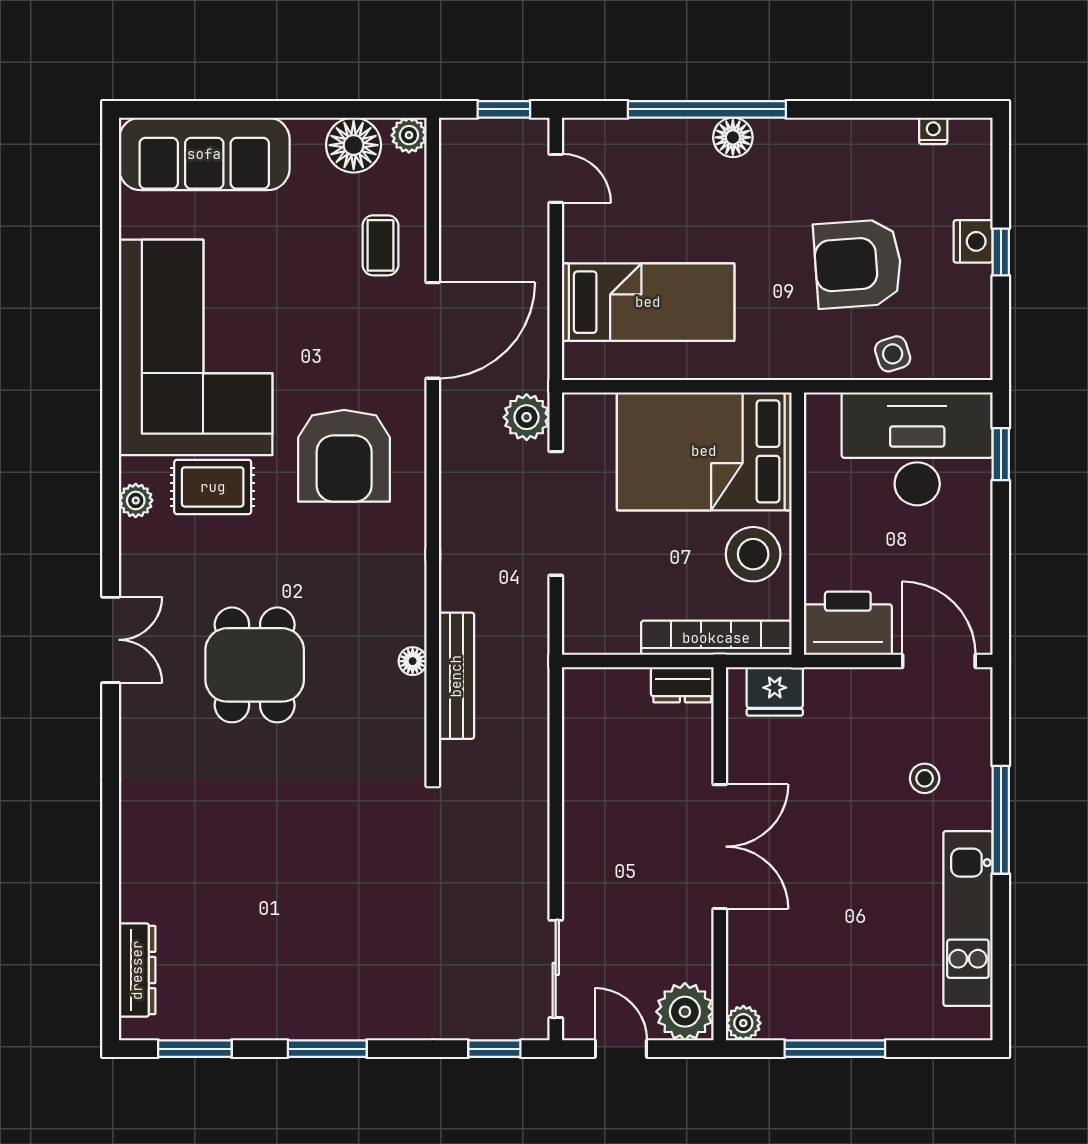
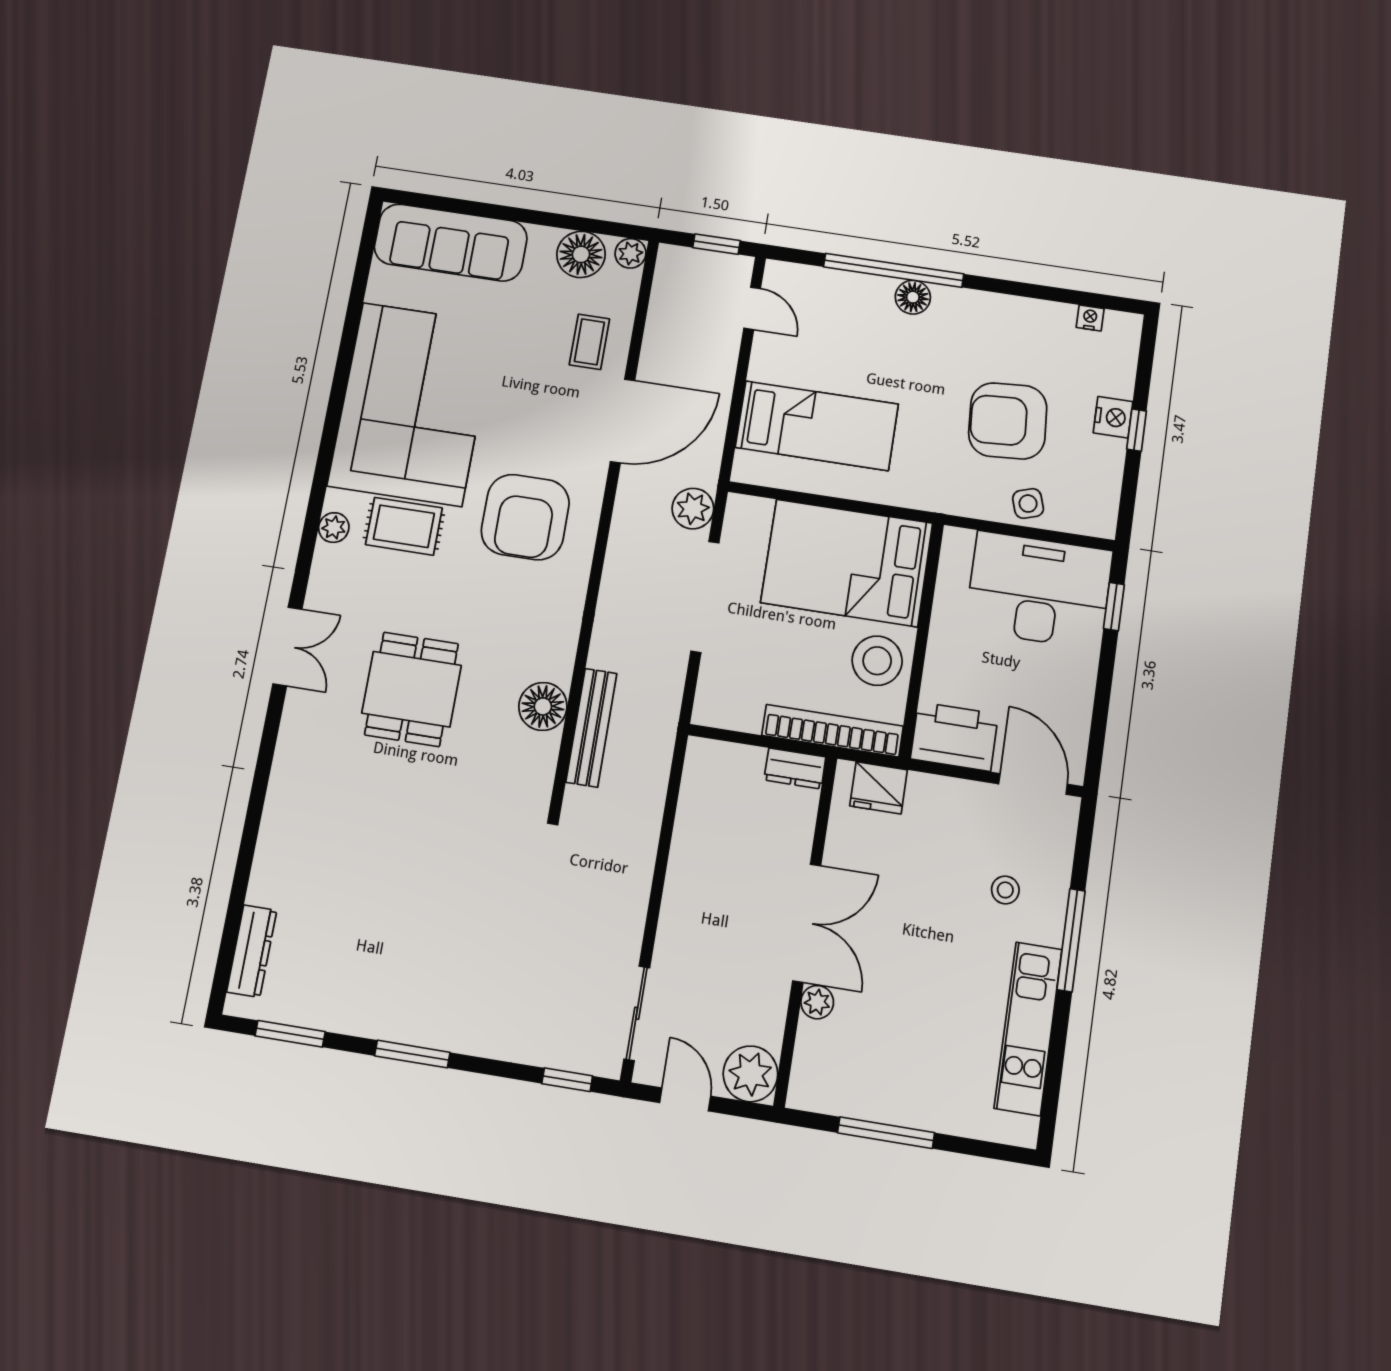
floor lamp: (413, 661) -> (543, 706), width x1.89, depth x1.89
plant: (743, 1023) -> (817, 1002), moved

